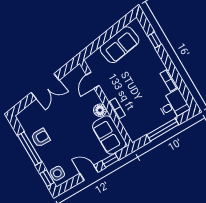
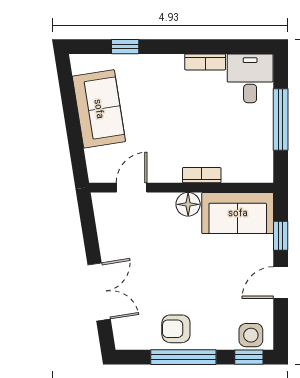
door: (93, 80) -> (132, 188), swing flipped
double door: (45, 86) -> (99, 292), moved
armchair: (40, 138) -> (176, 329), turned -90

